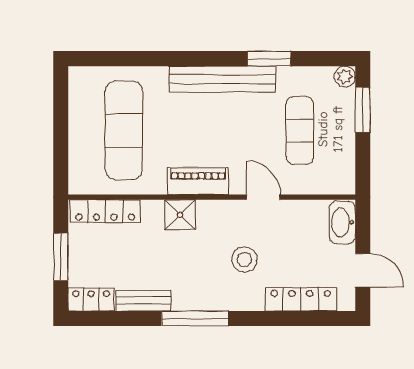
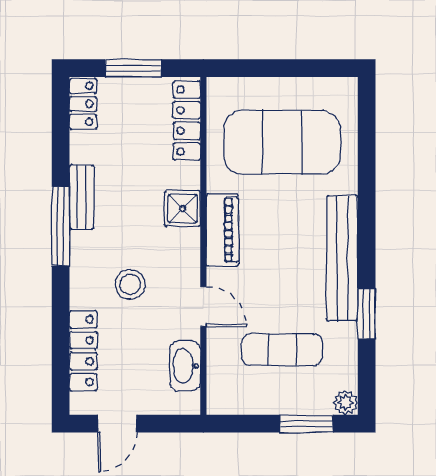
exercise mat: (124, 130) -> (282, 142), width x1.47
door: (263, 197) -> (203, 307), hinge flipped
washbasin: (342, 222) -> (185, 366), moved, turned -90
bench: (143, 301) -> (82, 197), moved

